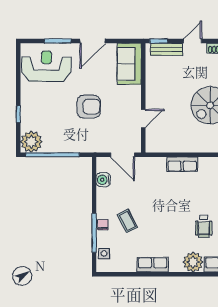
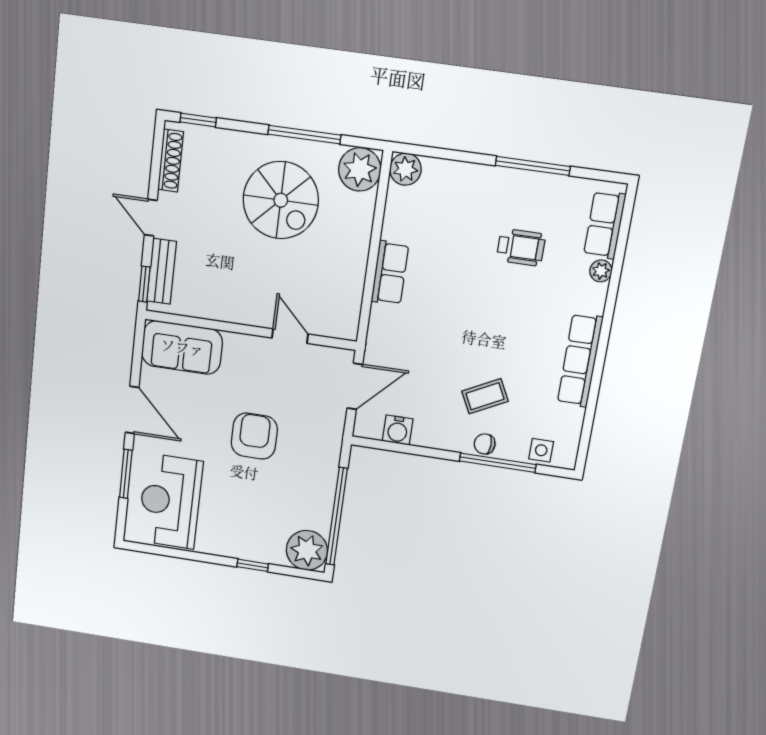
plant: (193, 262) -> (601, 271), width x0.53, depth x0.53
row of seats: (153, 265) -> (580, 360), width x1.48

